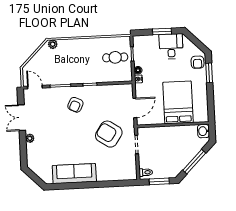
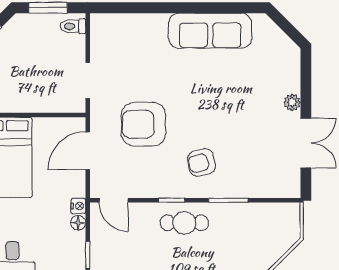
cafe table: (115, 57) -> (184, 223), moved
door: (35, 87) -> (114, 200), moved
armchair: (75, 105) -> (201, 162), turned -129
armchair: (109, 134) -> (143, 124), moved, turned 146

